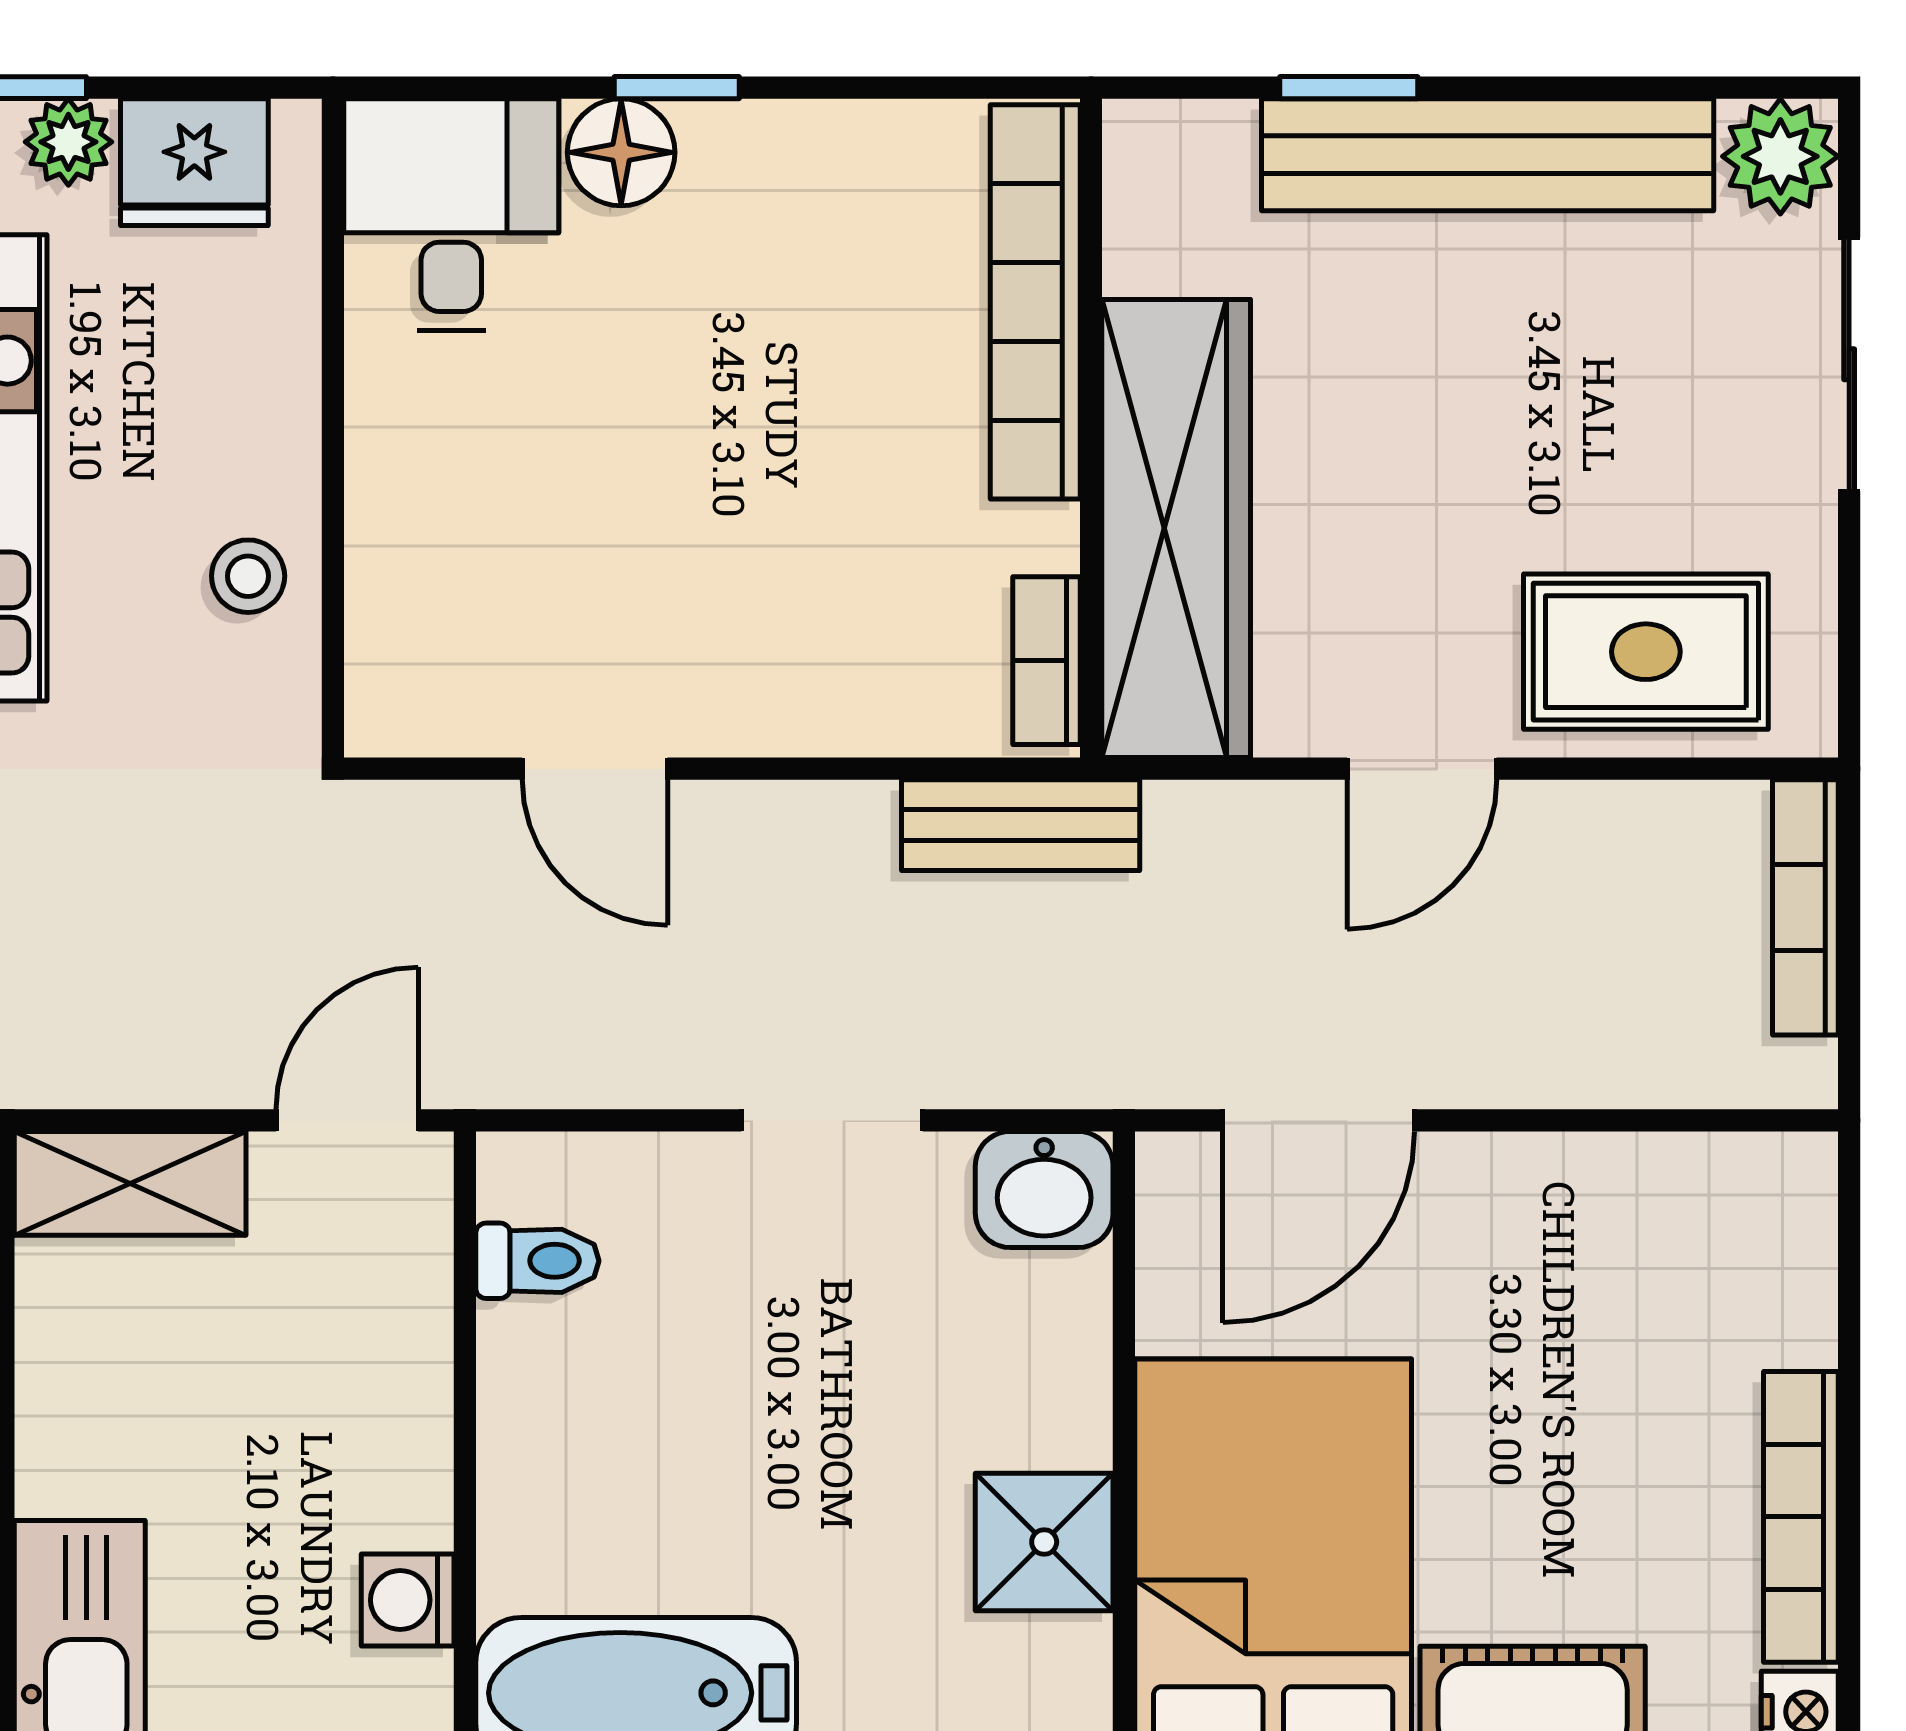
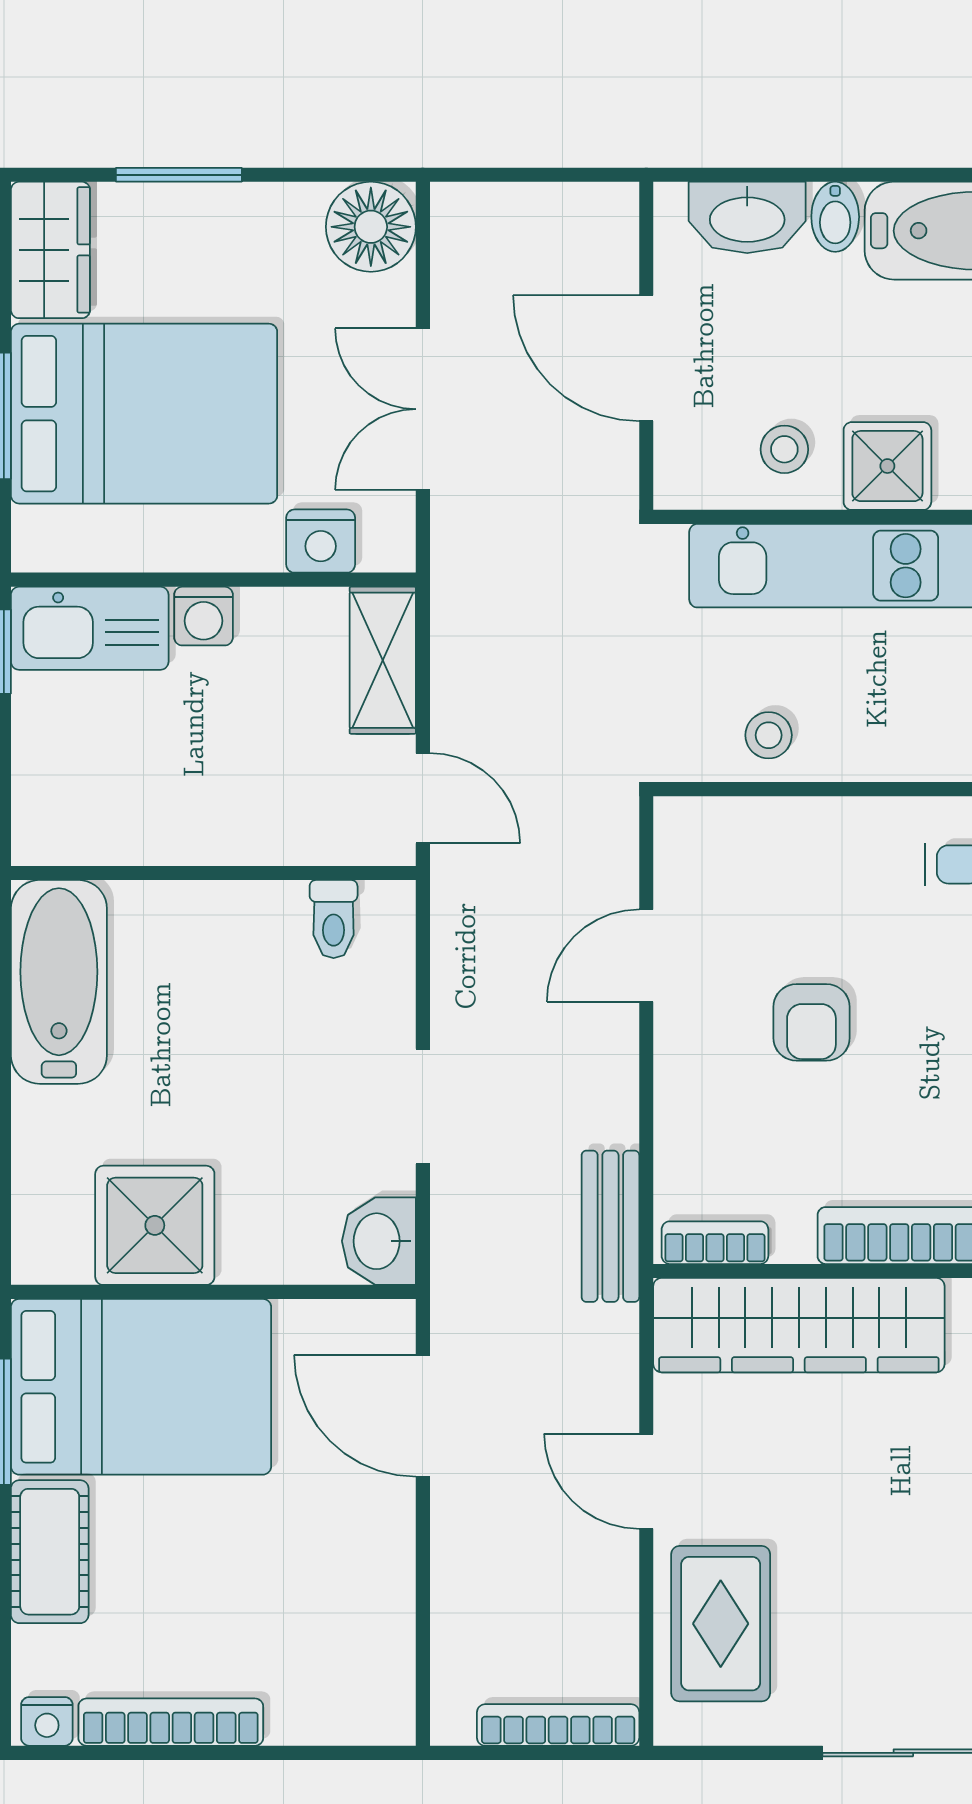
armchair: (700, 509) -> (811, 1022), added
shower: (1044, 1542) -> (155, 1225), width x1.36, depth x1.36
washing machine: (408, 1600) -> (203, 616), moved, turned 180

